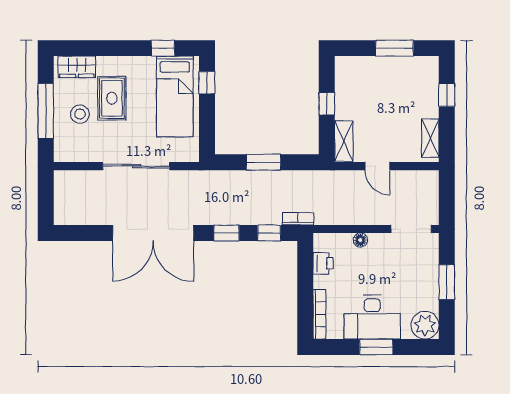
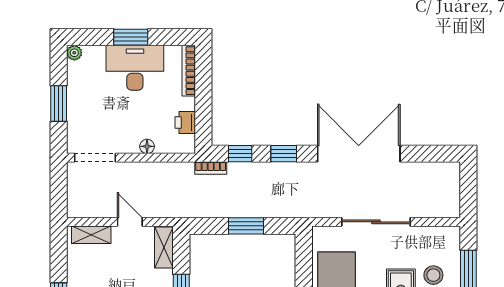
shelving: (430, 138) -> (91, 235), moved, turned 90
plant: (425, 325) -> (74, 53), width x0.53, depth x0.53

